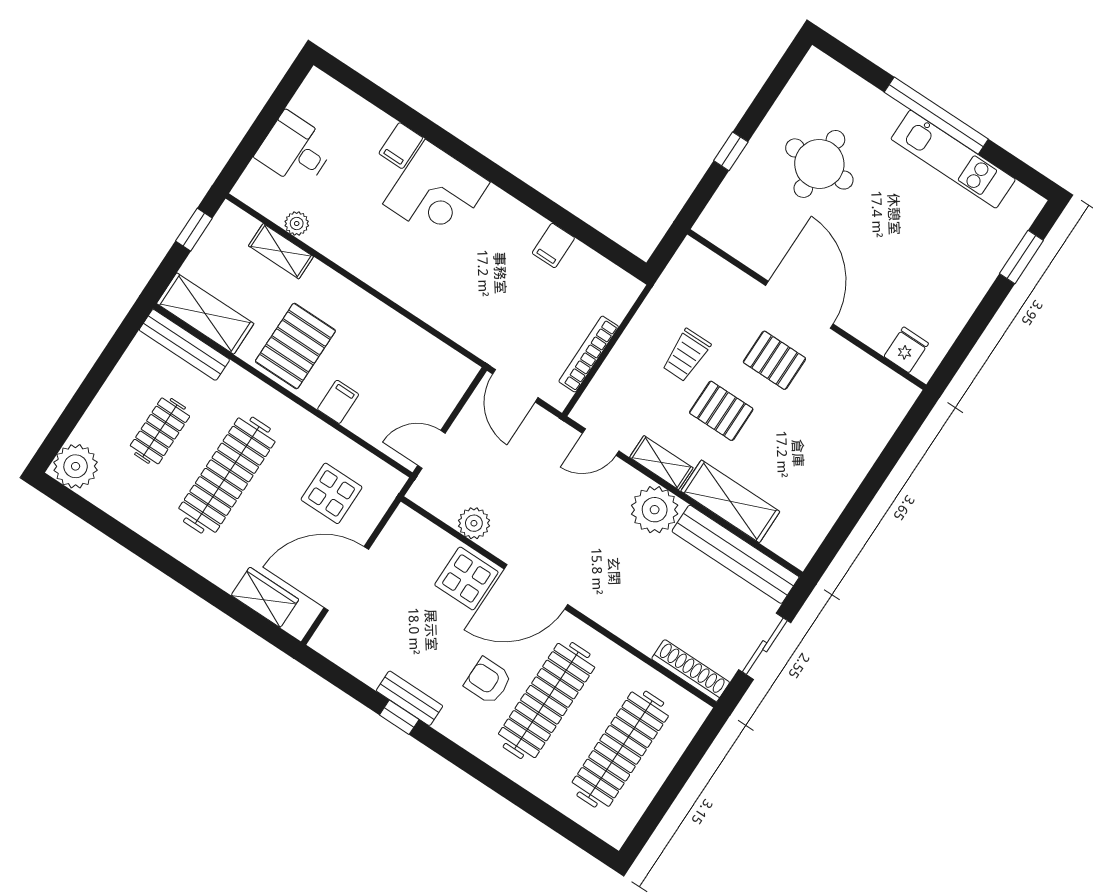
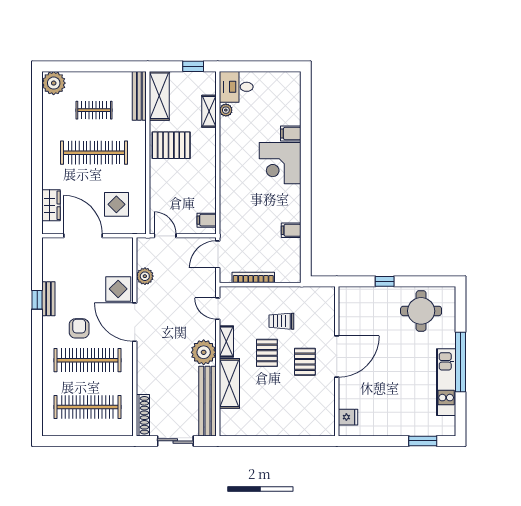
desk: (295, 150) -> (236, 87), moved, turned -90
round table: (819, 164) -> (421, 311), moved
filing cabinet: (338, 402) -> (207, 220), moved, turned 180

